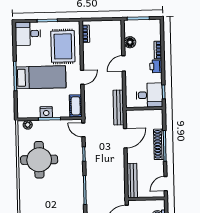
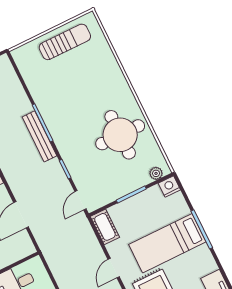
bench: (118, 107) -> (39, 136), moved
nightstand: (46, 112) -> (169, 186), moved
door: (83, 130) -> (80, 200), swing flipped

